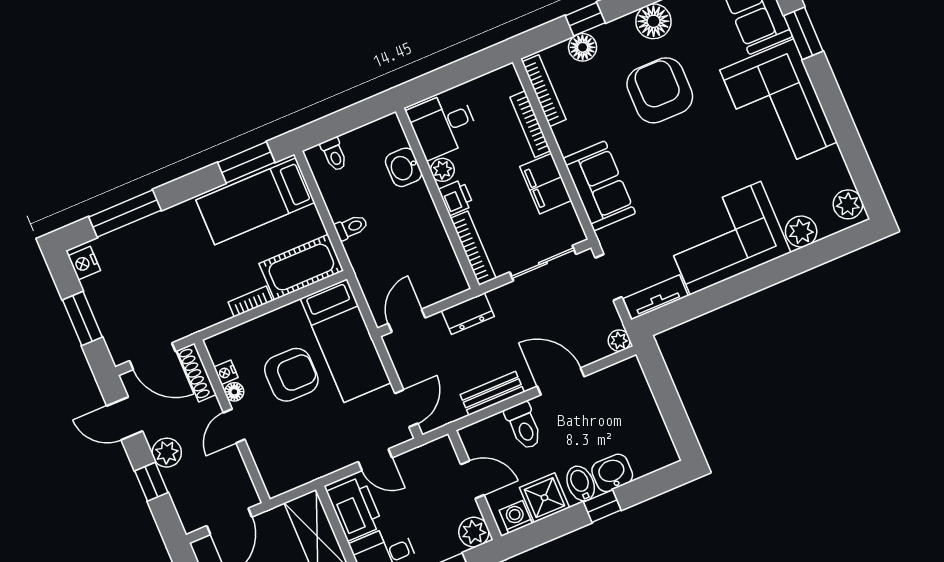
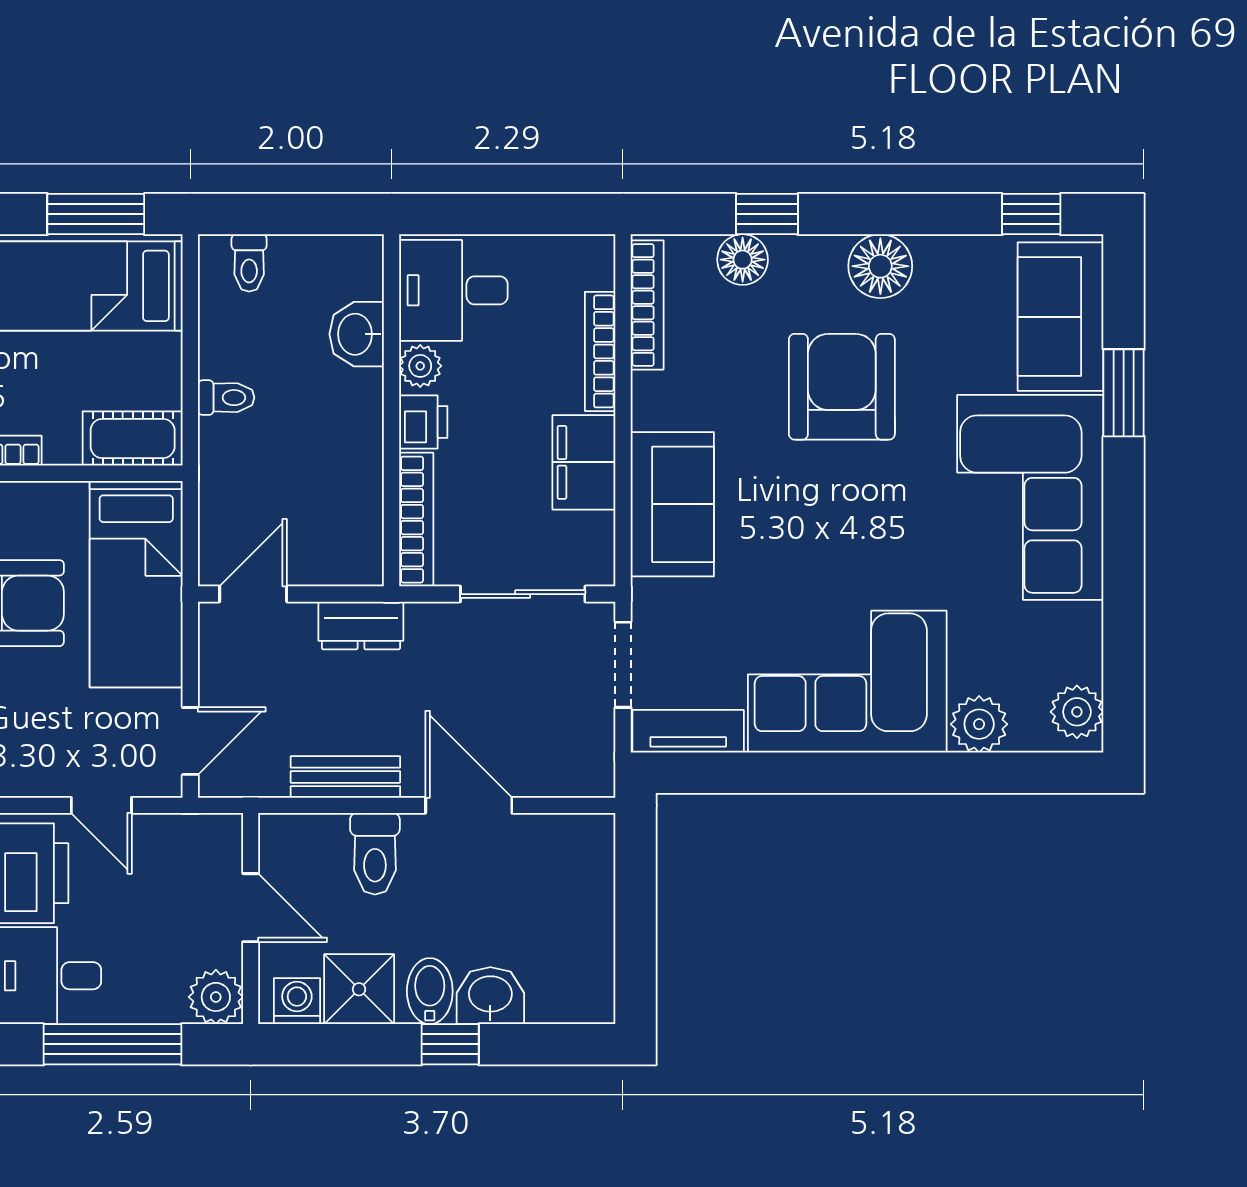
cot: (301, 267) -> (133, 438), width x0.73, depth x0.75
plant: (619, 341) -> (596, 778), removed

